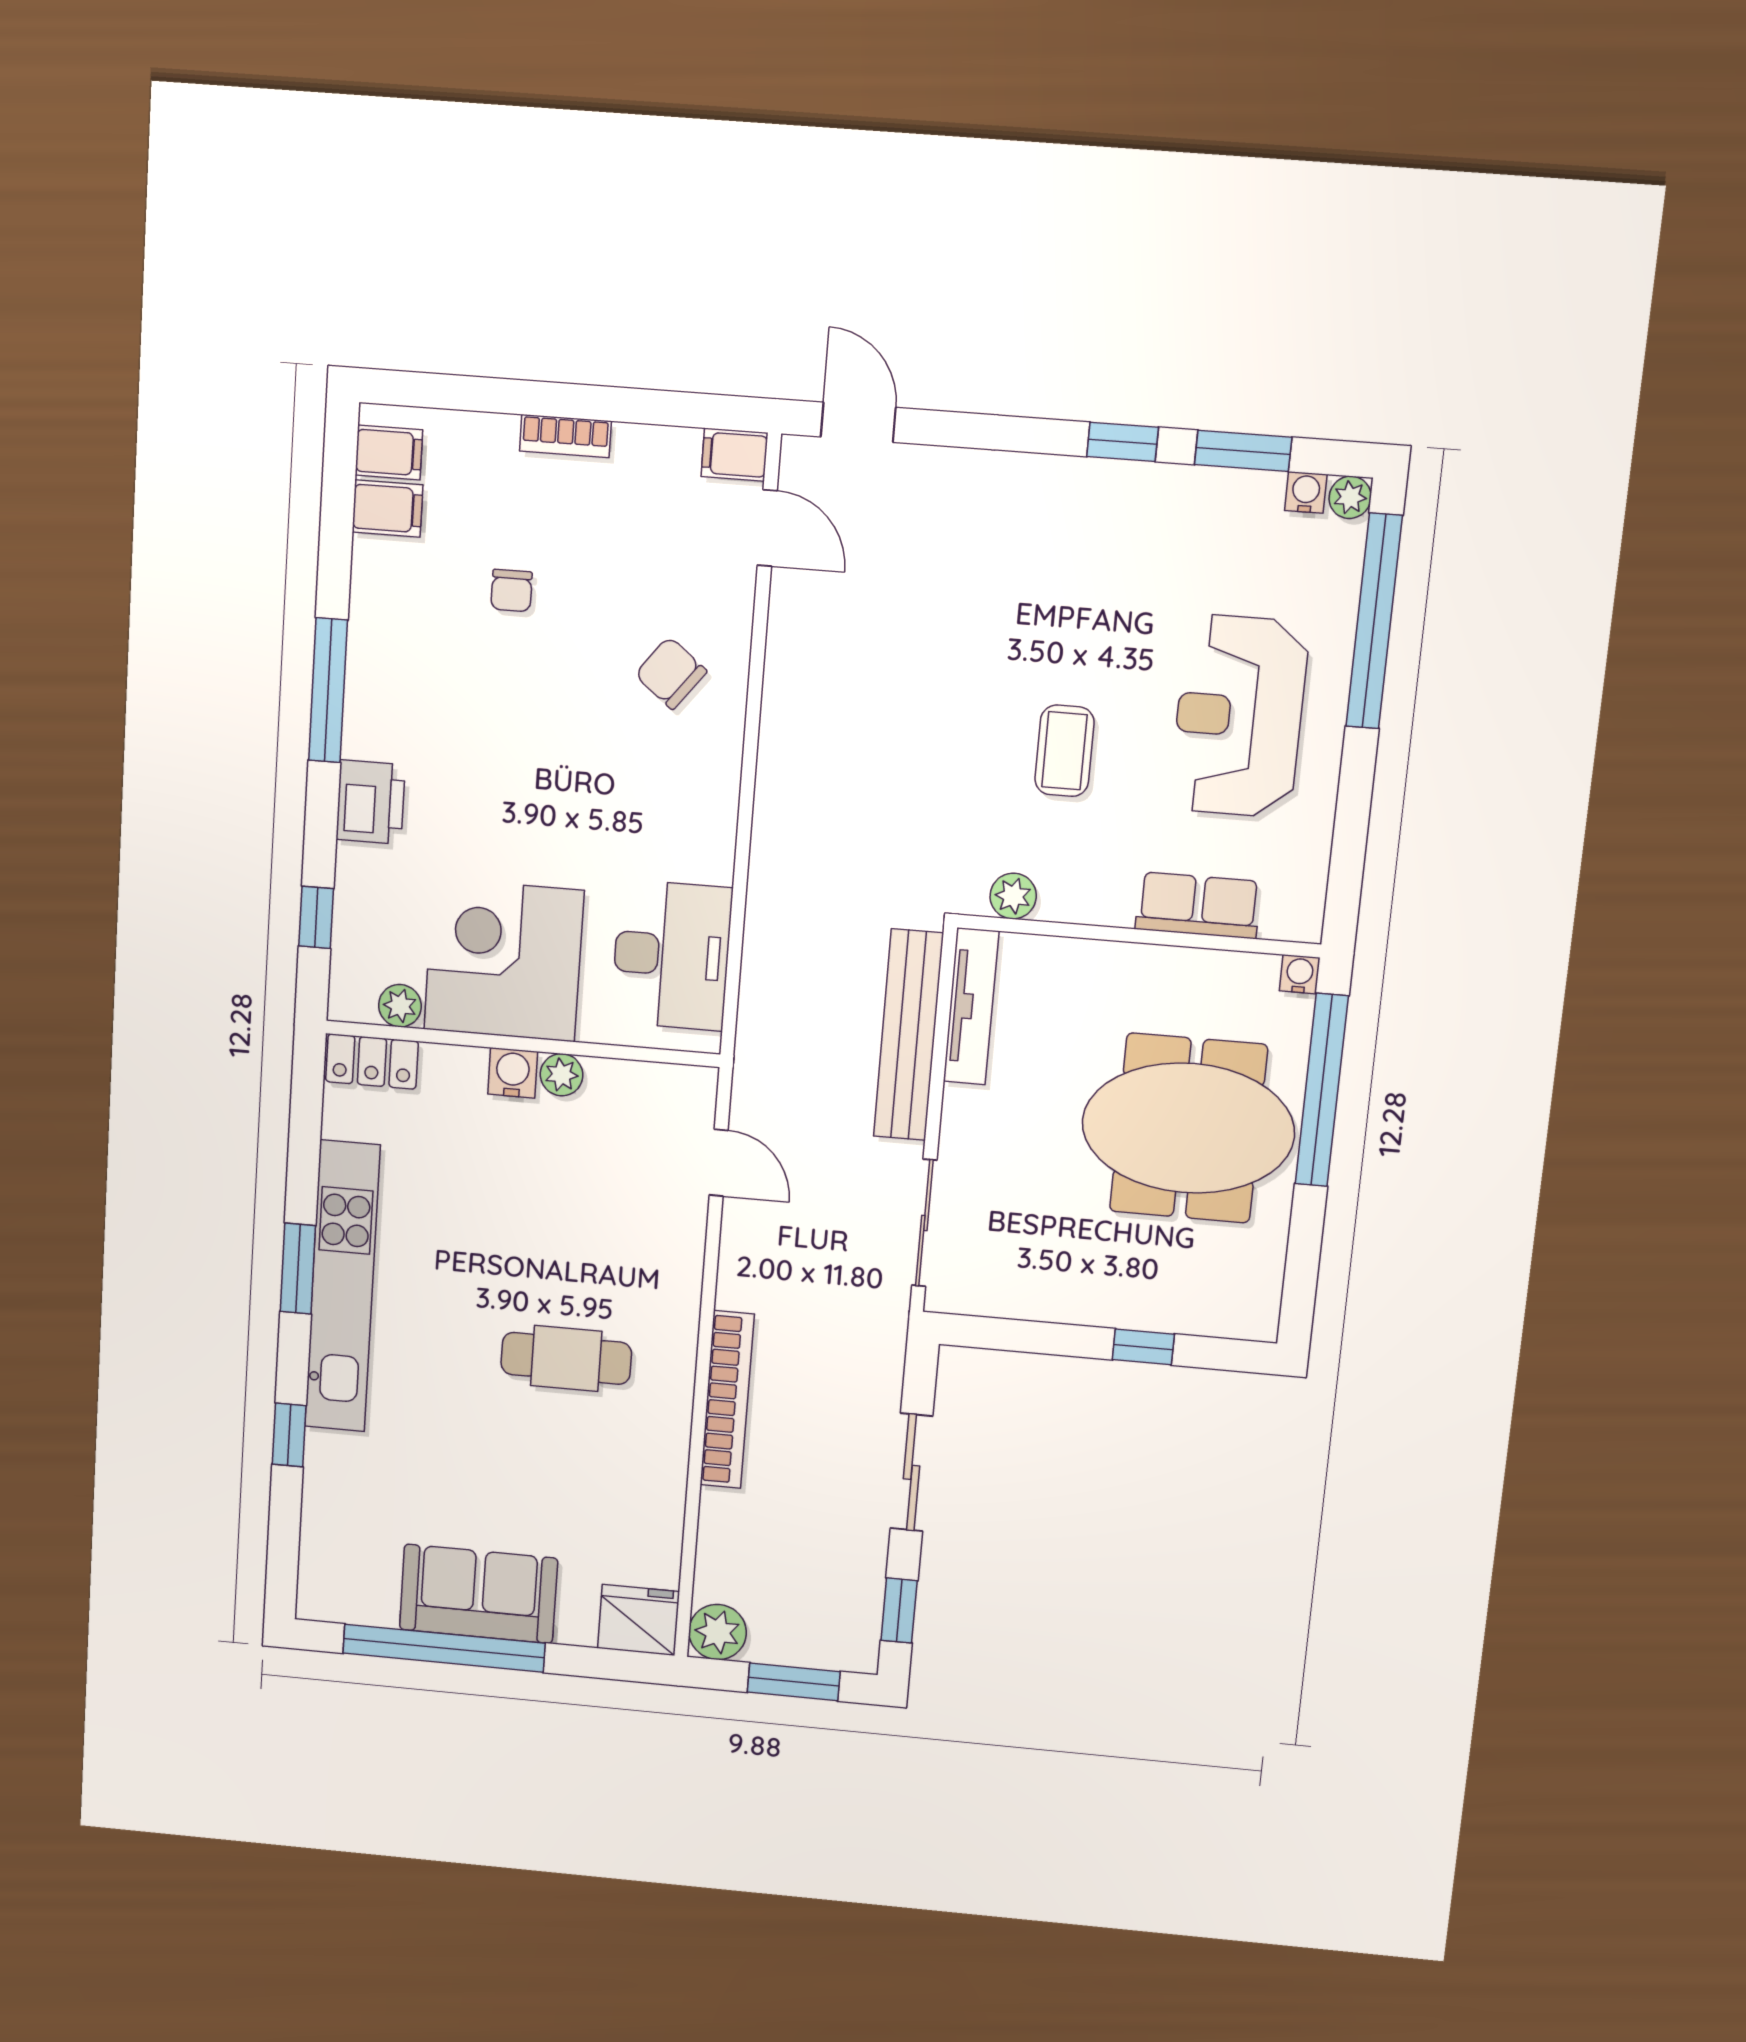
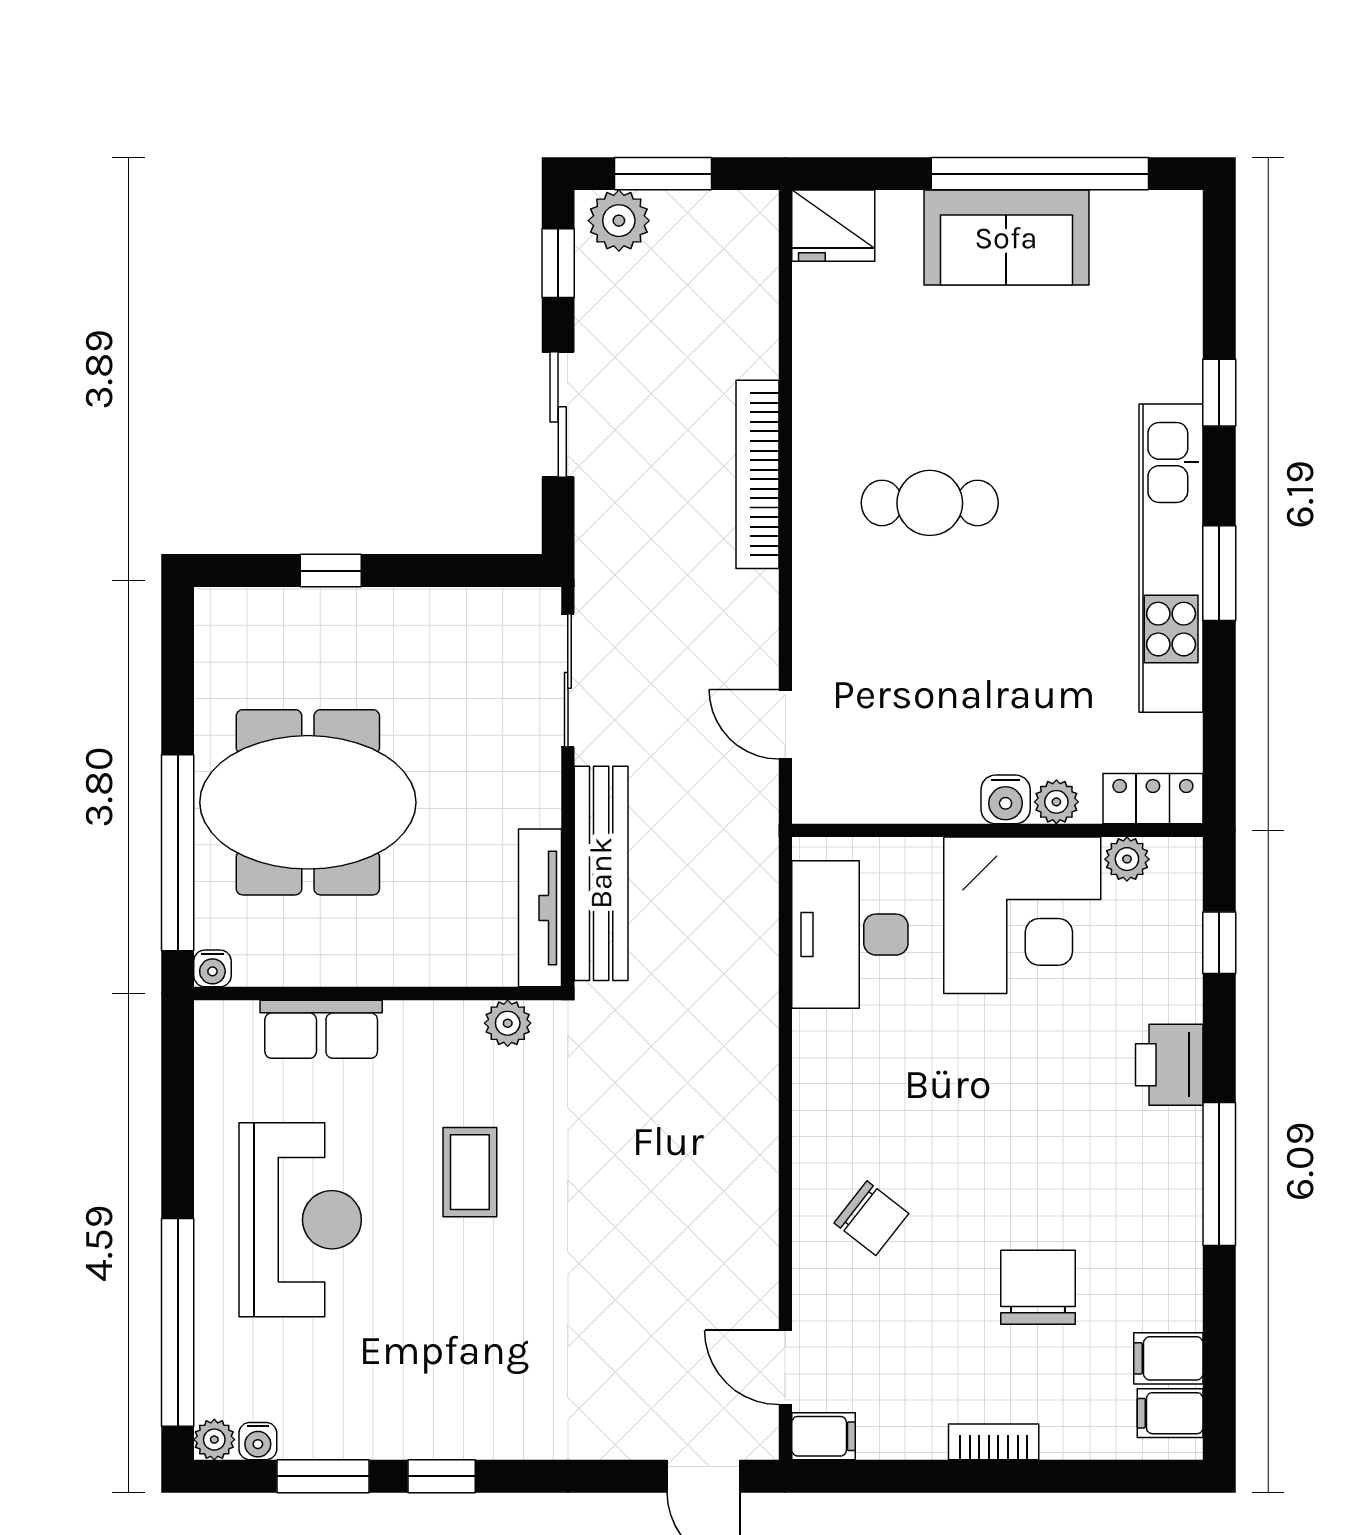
chair: (512, 591) -> (1038, 1287), width x1.87, depth x1.87
plant: (562, 1075) -> (1056, 802), moved
plant: (718, 1632) -> (619, 221), moved

